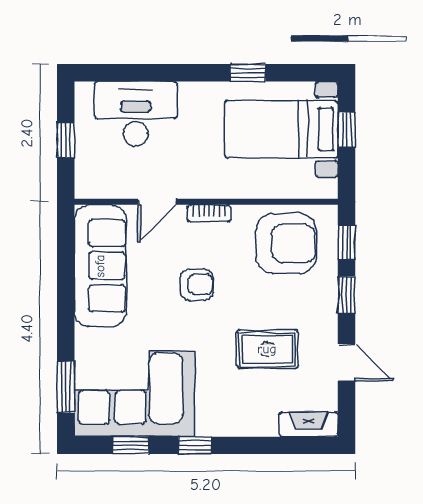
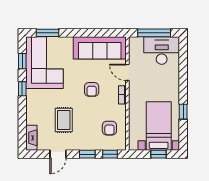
desk: (136, 114) -> (162, 51), moved, turned -90
window: (66, 140) -> (154, 33), width x2.17
armchair: (286, 243) -> (109, 128), width x0.53, depth x0.53

